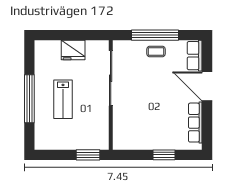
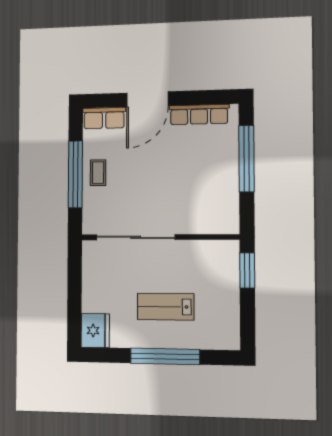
fridge: (73, 50) -> (95, 331), moved
lab bench: (63, 99) -> (166, 307), turned 180
window: (164, 155) -> (246, 159), width x2.11

